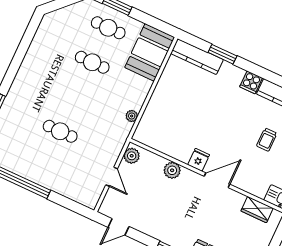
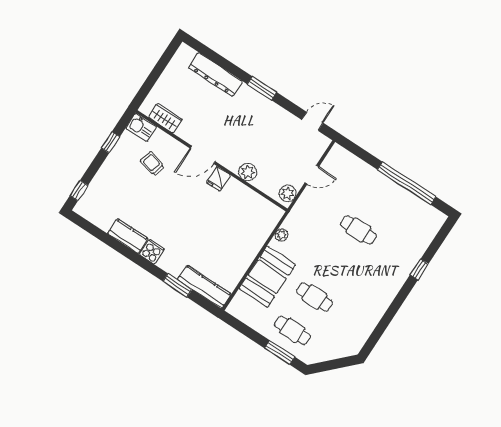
booth: (150, 52) -> (267, 277), moved
trolley: (267, 140) -> (152, 164), moved, turned -75
door: (112, 177) -> (312, 175), swing flipped

